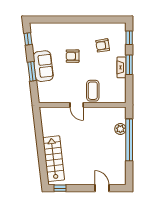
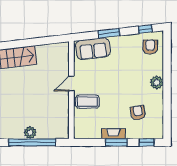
plant: (76, 29) -> (157, 82), added
armchair: (73, 56) -> (150, 47), moved
sofa: (43, 66) -> (93, 49), moved
plant: (120, 129) -> (30, 133), moved

